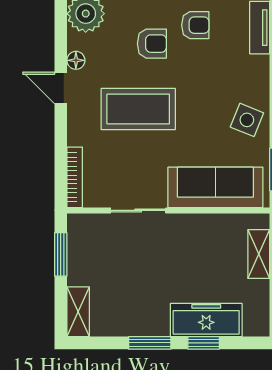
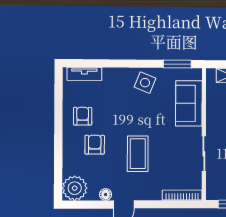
coffee table: (138, 109) -> (138, 154), width x0.73, depth x0.76
sofa: (215, 187) -> (189, 103), width x0.73

